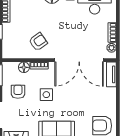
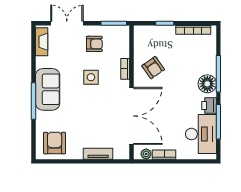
double door: (79, 60) -> (131, 116), swing flipped
floor lamp: (24, 67) -> (123, 51), removed
tv unit: (111, 74) -> (98, 154), moved

